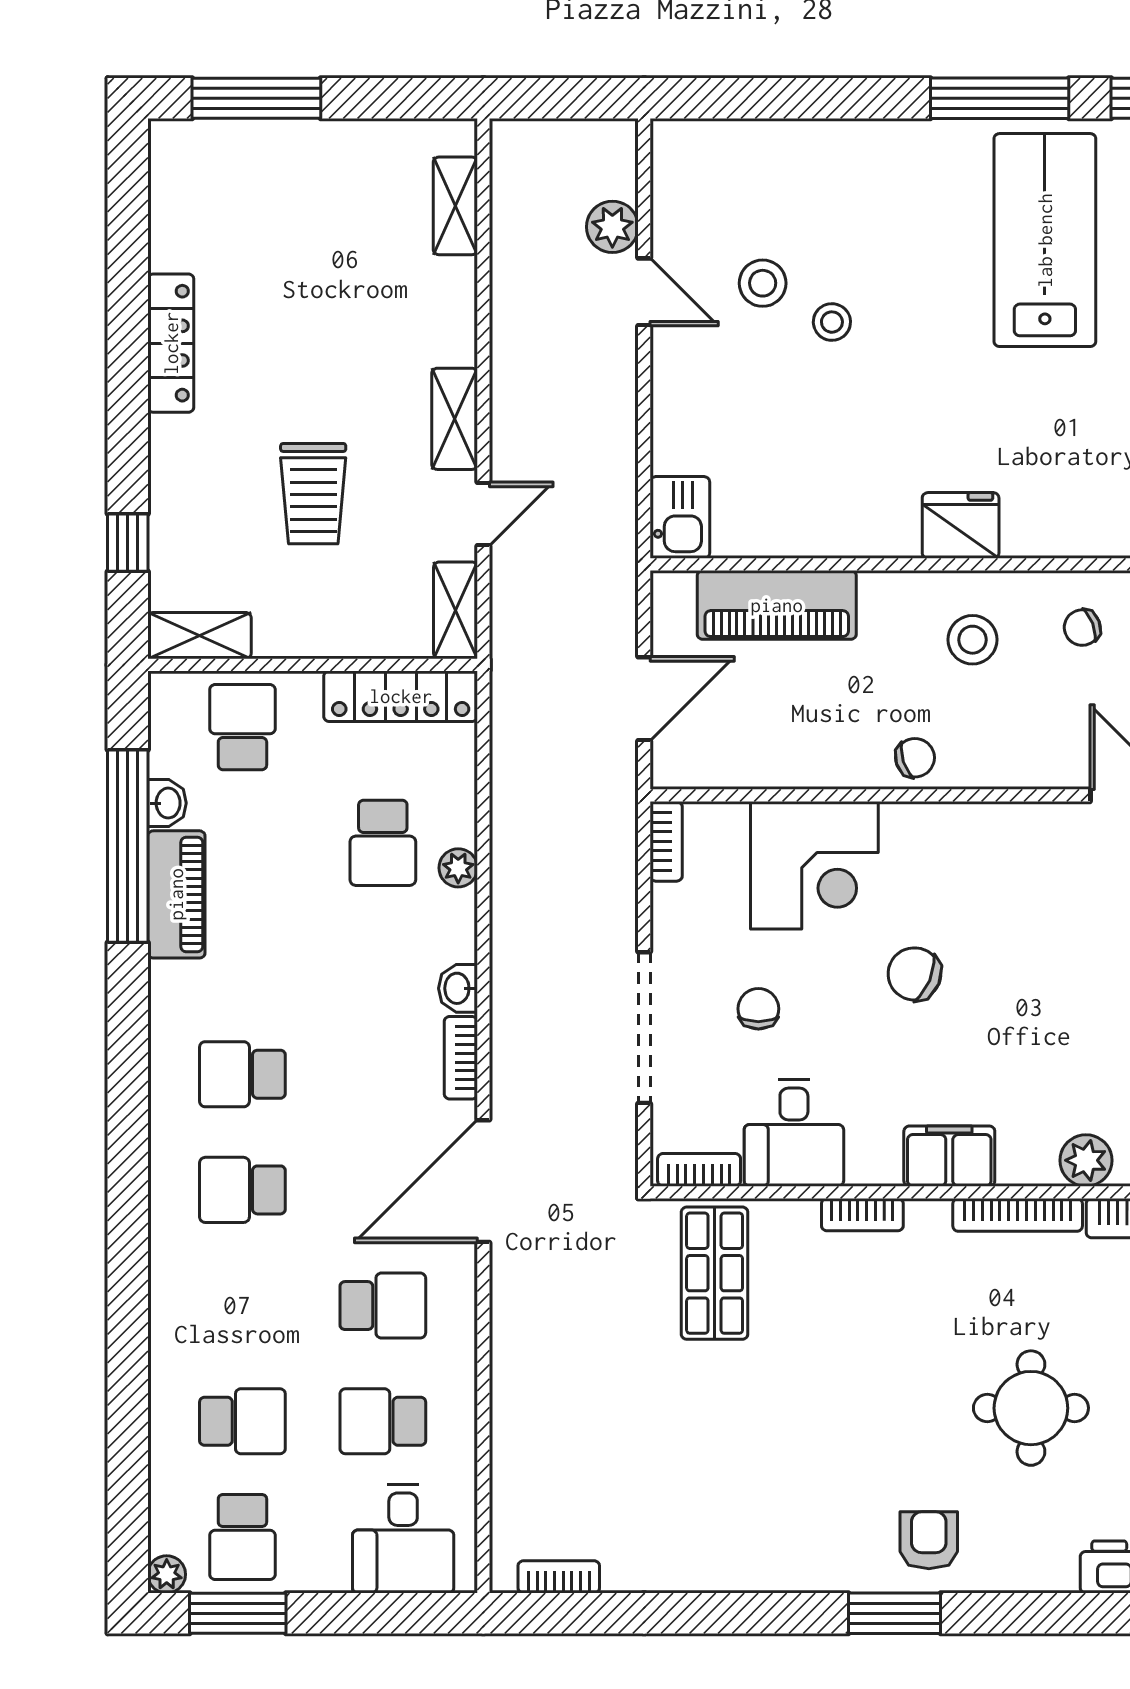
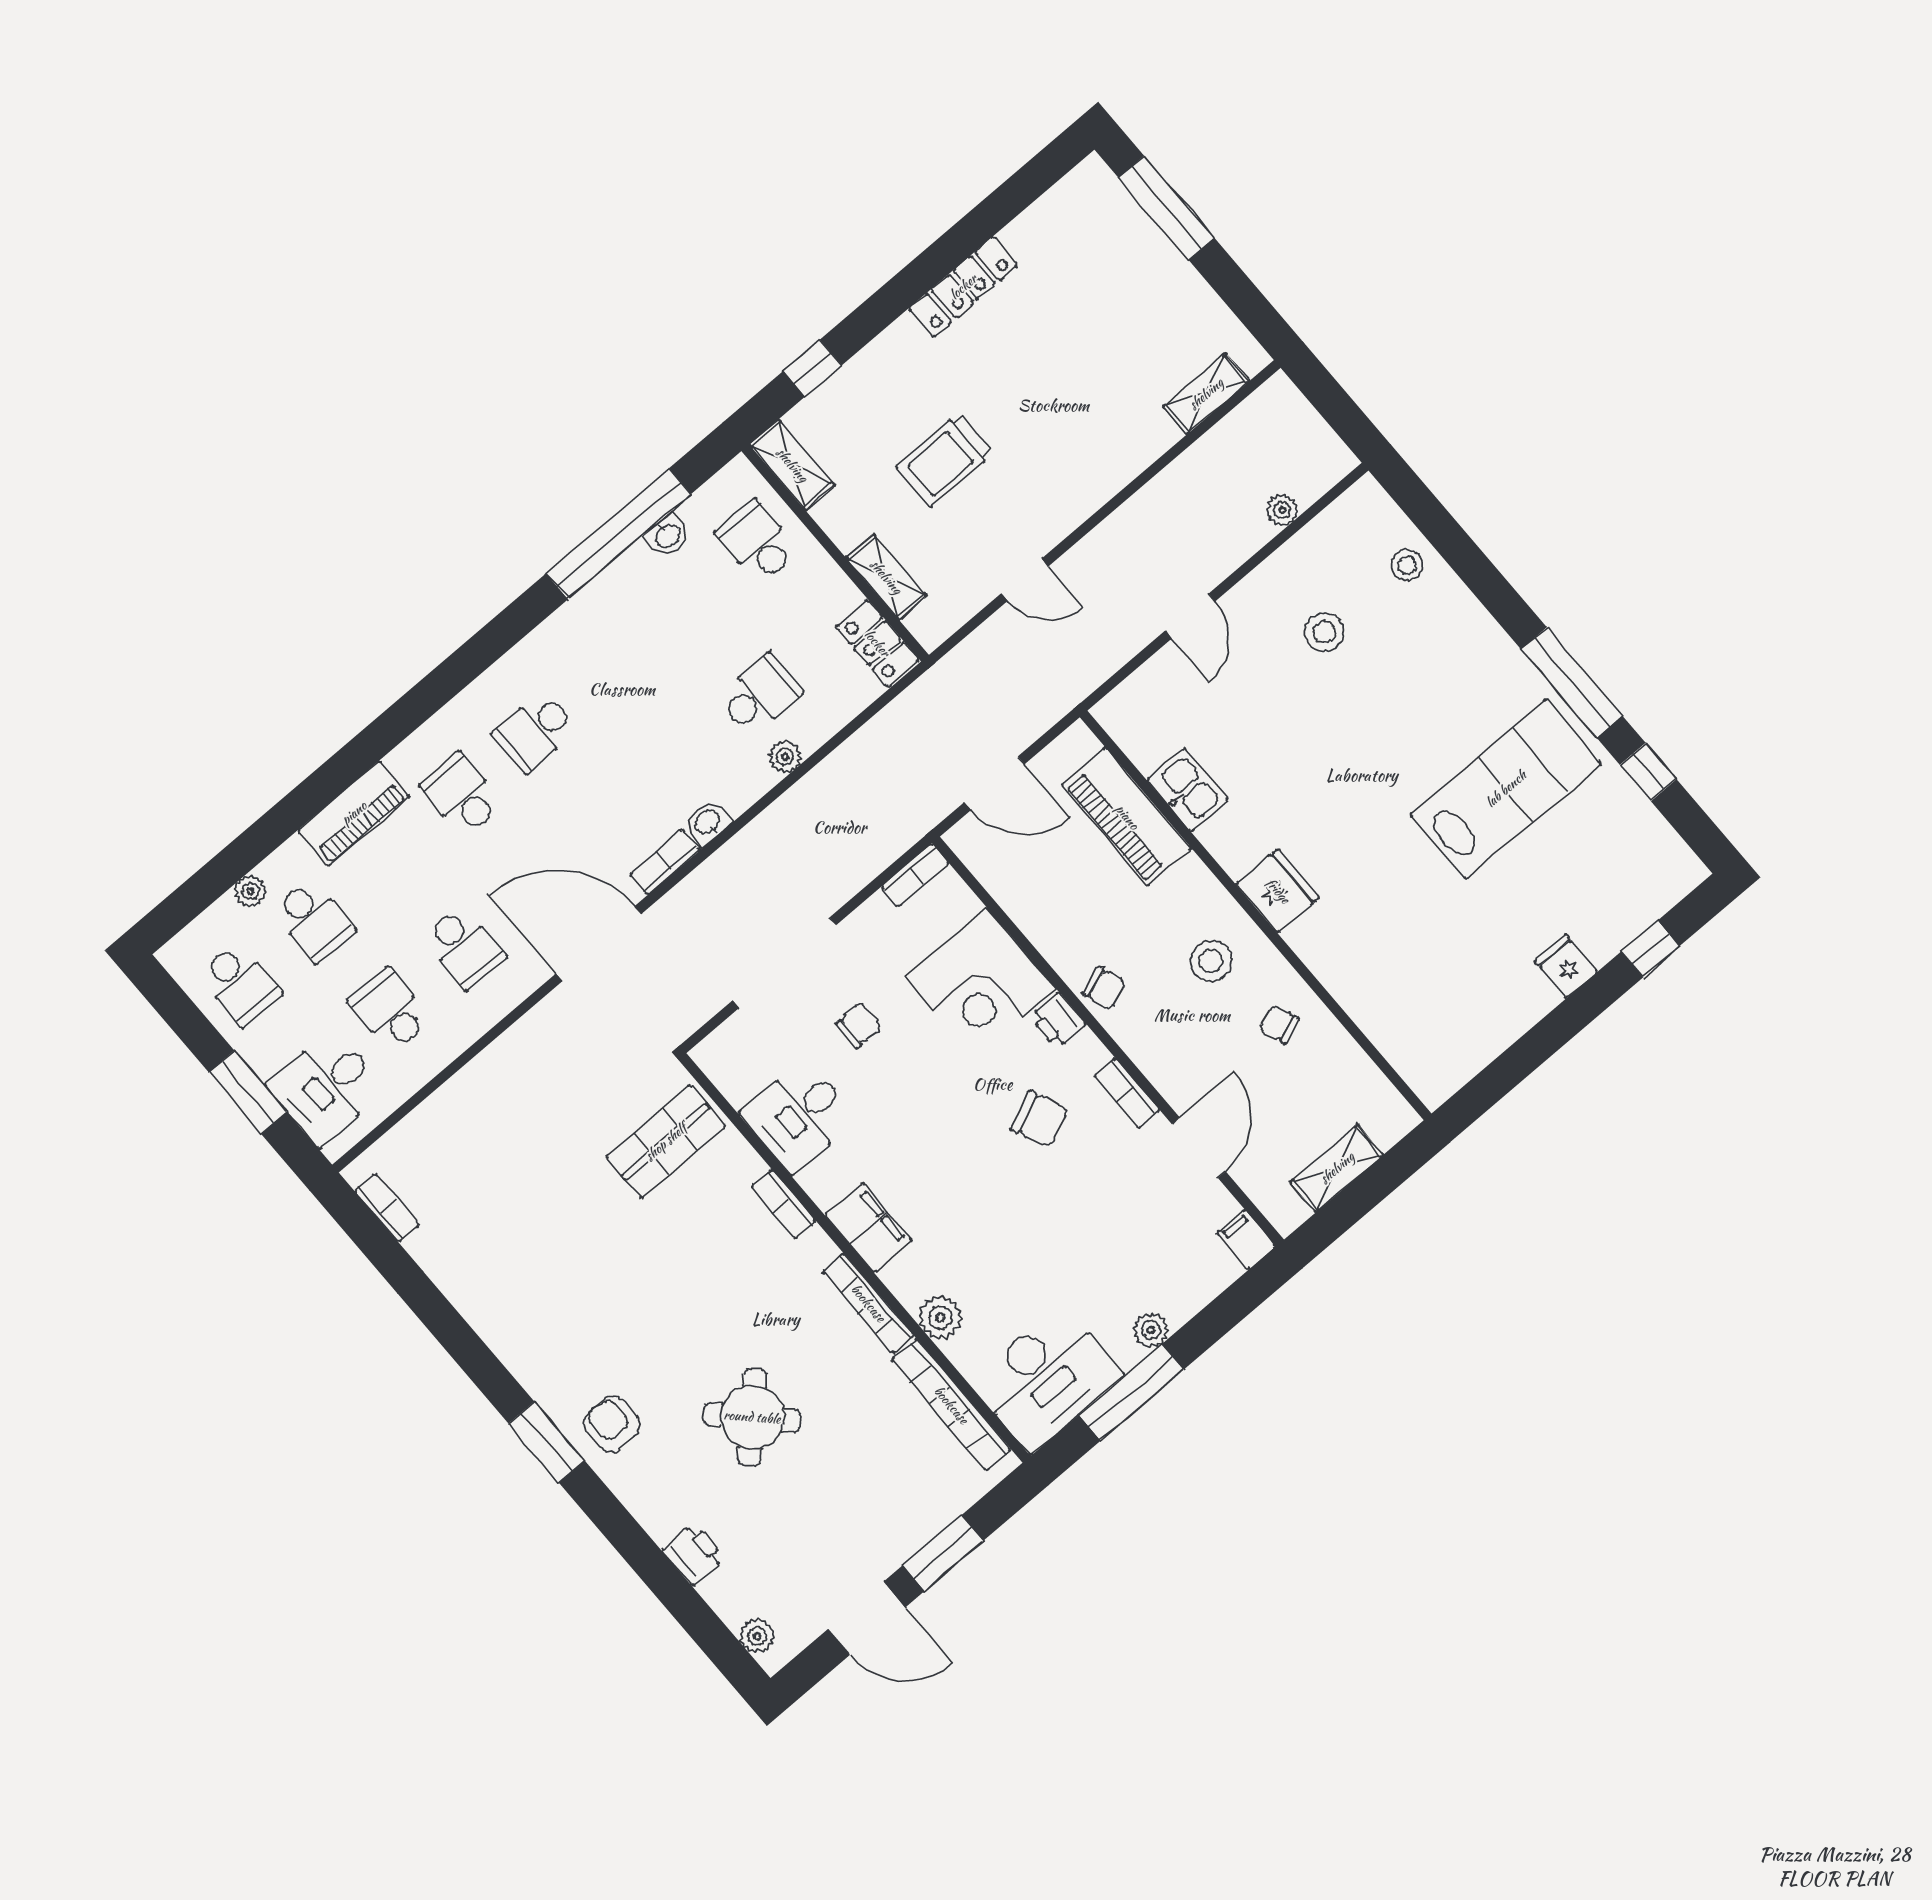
plant: (612, 227) -> (1282, 510), width x0.73, depth x0.73
door: (644, 292) -> (1190, 616), moved
stool: (832, 322) -> (1407, 565), moved
shelving: (455, 419) -> (1070, 509), removed
kitchen sink: (680, 517) -> (1188, 790), moved, turned -90
shelving: (456, 610) -> (886, 577), moved, turned 90
locker: (401, 696) -> (877, 643), width x0.66
school desk: (242, 727) -> (757, 542), turned -90
printer: (908, 825) -> (1058, 1021), added
school desk: (383, 843) -> (760, 695), turned 180
piano: (176, 894) -> (354, 813), moved
chair: (914, 974) -> (1039, 1119), moved, turned 133
school desk: (242, 1074) -> (535, 731), turned -90
bookcase: (699, 1170) -> (1127, 1093), moved, turned 180
round table: (1031, 1408) -> (752, 1417), turned 45
school desk: (242, 1537) -> (240, 984), turned -90
armchair: (929, 1540) -> (612, 1424), turned -90
plant: (167, 1574) -> (250, 891), moved
window: (238, 1613) -> (248, 1092), moved

